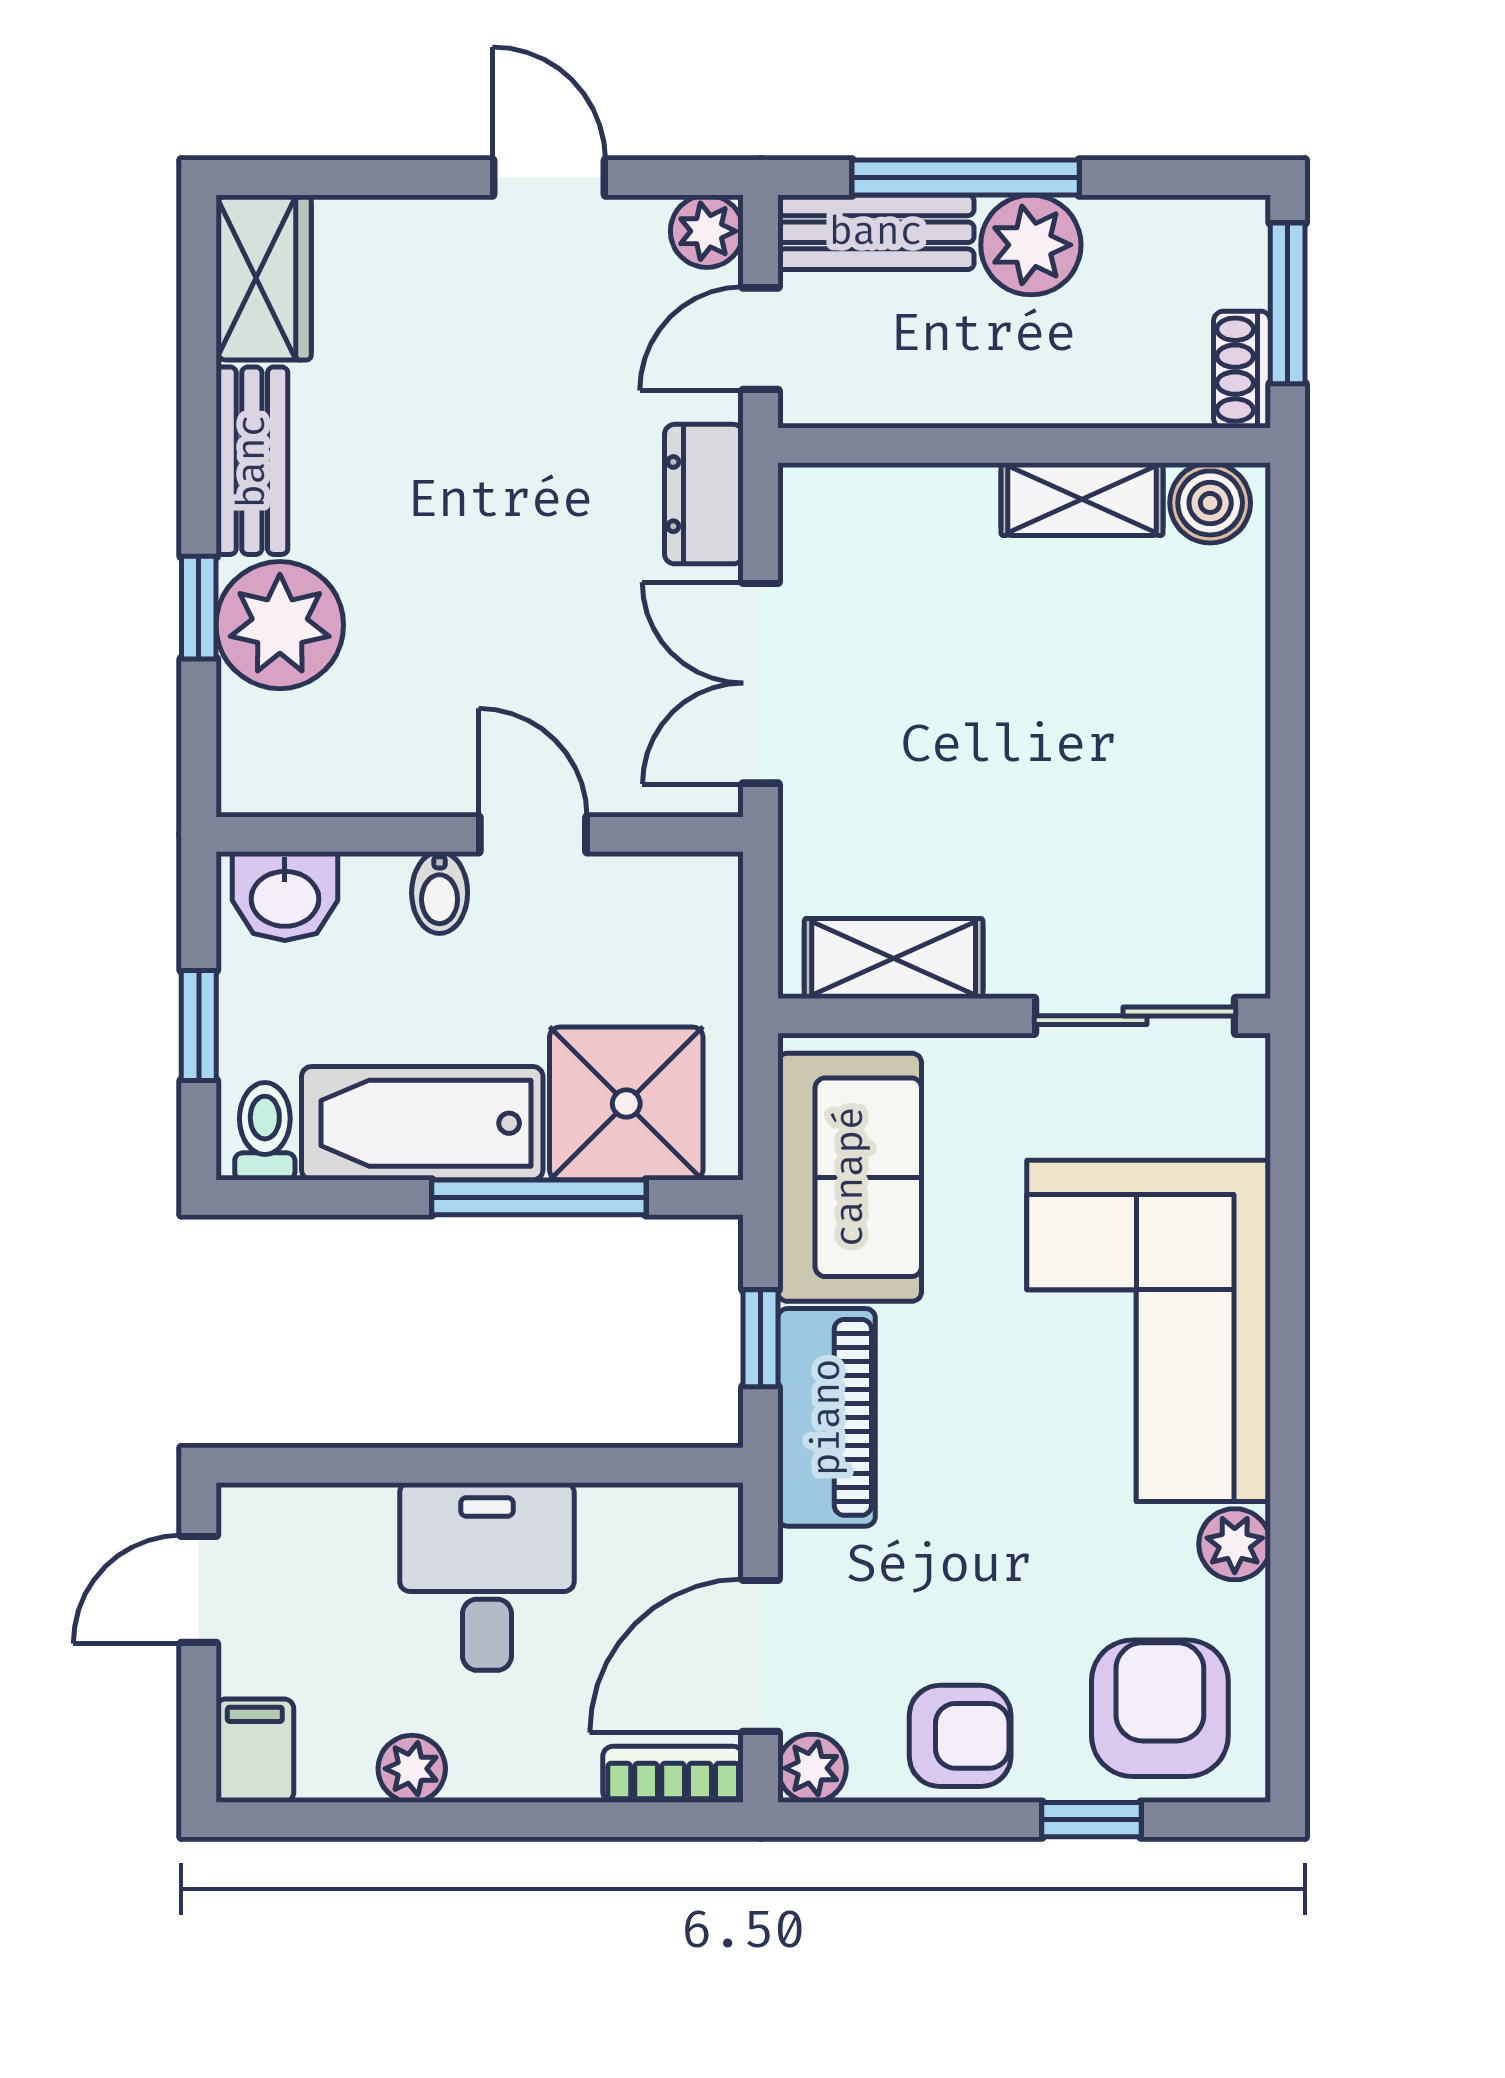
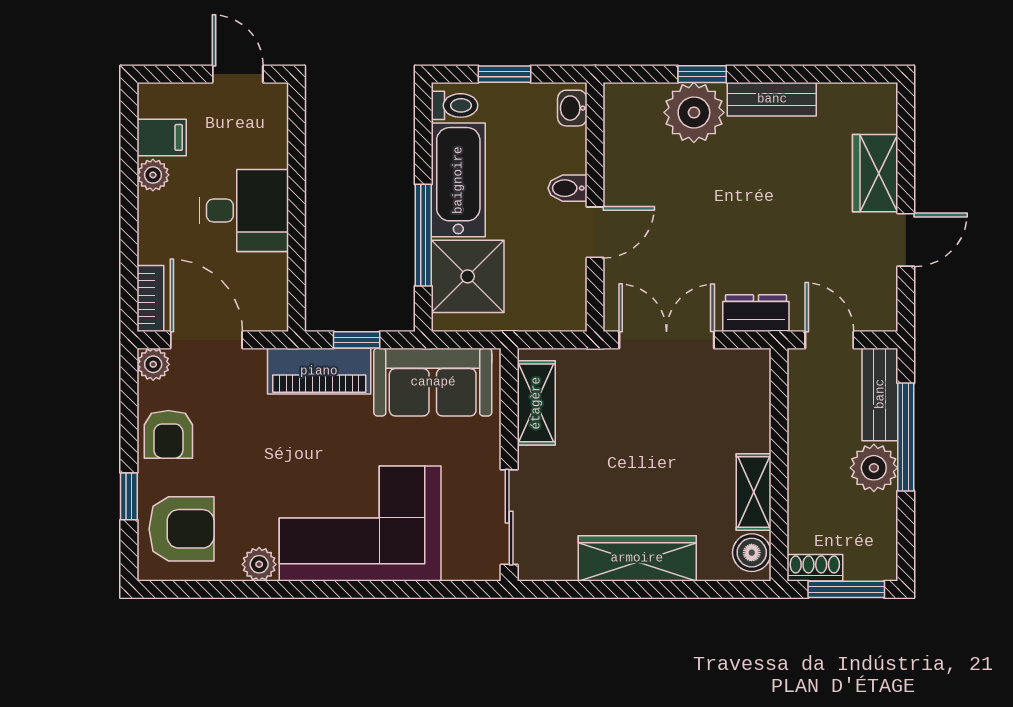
plant: (707, 231) -> (880, 315), removed
wardrobe: (264, 278) -> (875, 173), moved, turned 90
wardrobe: (1222, 745) -> (637, 558), added
washbasin: (285, 896) -> (572, 108), width x0.72, depth x0.69
filing cabinet: (255, 1751) -> (162, 137), moved

